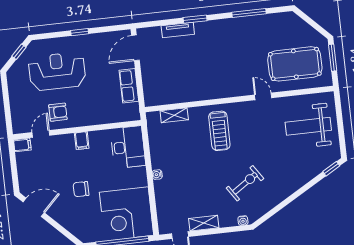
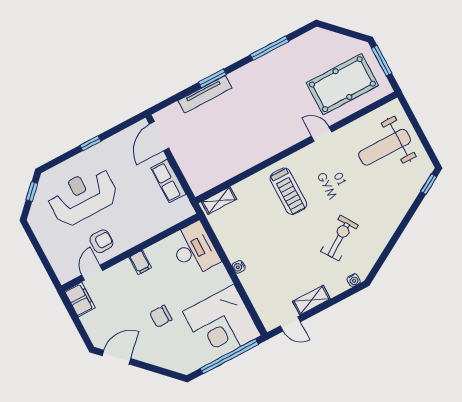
tv unit: (178, 30) -> (205, 94), width x1.41
shelving: (174, 115) -> (219, 200), moved
filing cabinet: (22, 145) -> (80, 299), width x2.00

